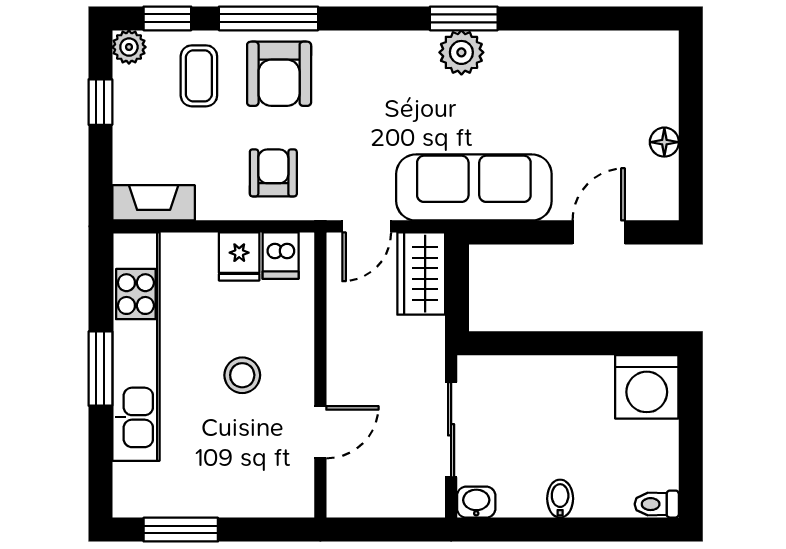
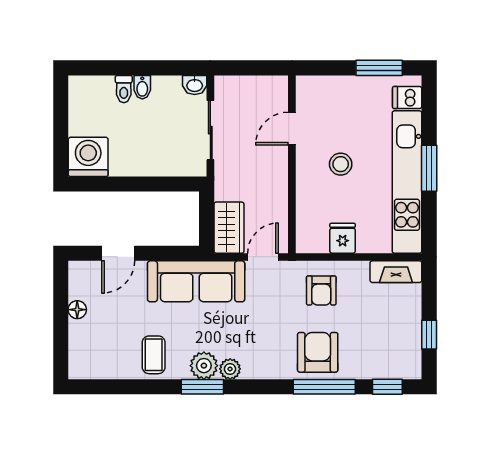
plant: (129, 47) -> (230, 369), moved
coffee table: (199, 76) -> (154, 355), moved
dishwasher: (281, 256) -> (407, 97), moved, turned -90
toilet: (657, 504) -> (124, 89), moved, turned 90

